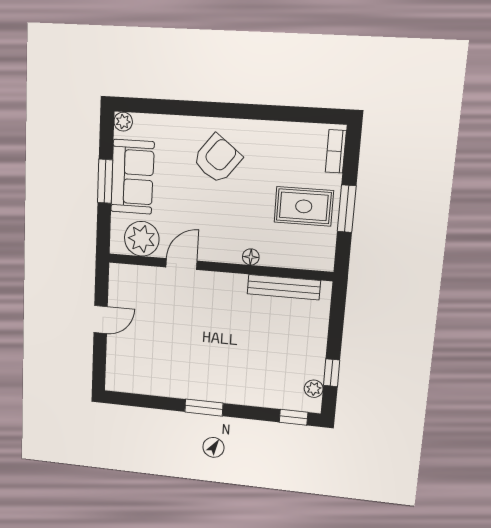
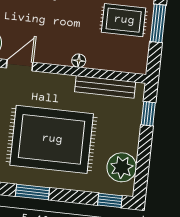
rug: (223, 349) -> (52, 139), added
window: (332, 373) -> (148, 114), moved
plant: (314, 389) -> (122, 167), width x1.87, depth x1.87

